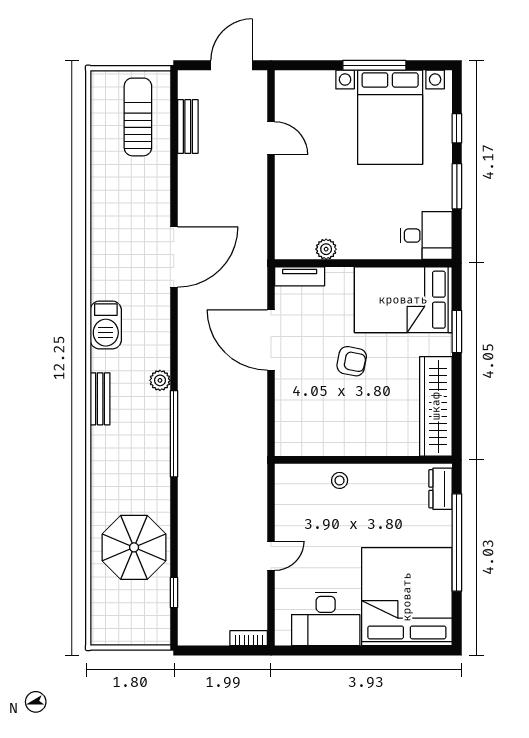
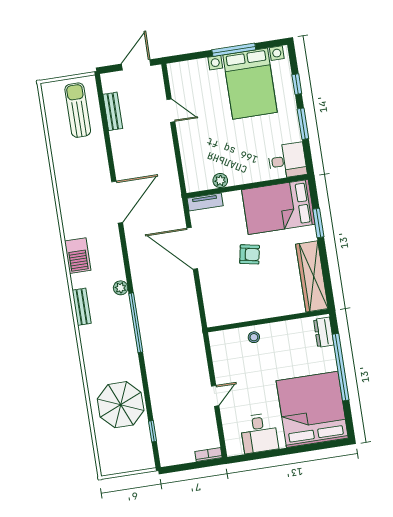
desk: (326, 619) -> (259, 433), width x0.73

